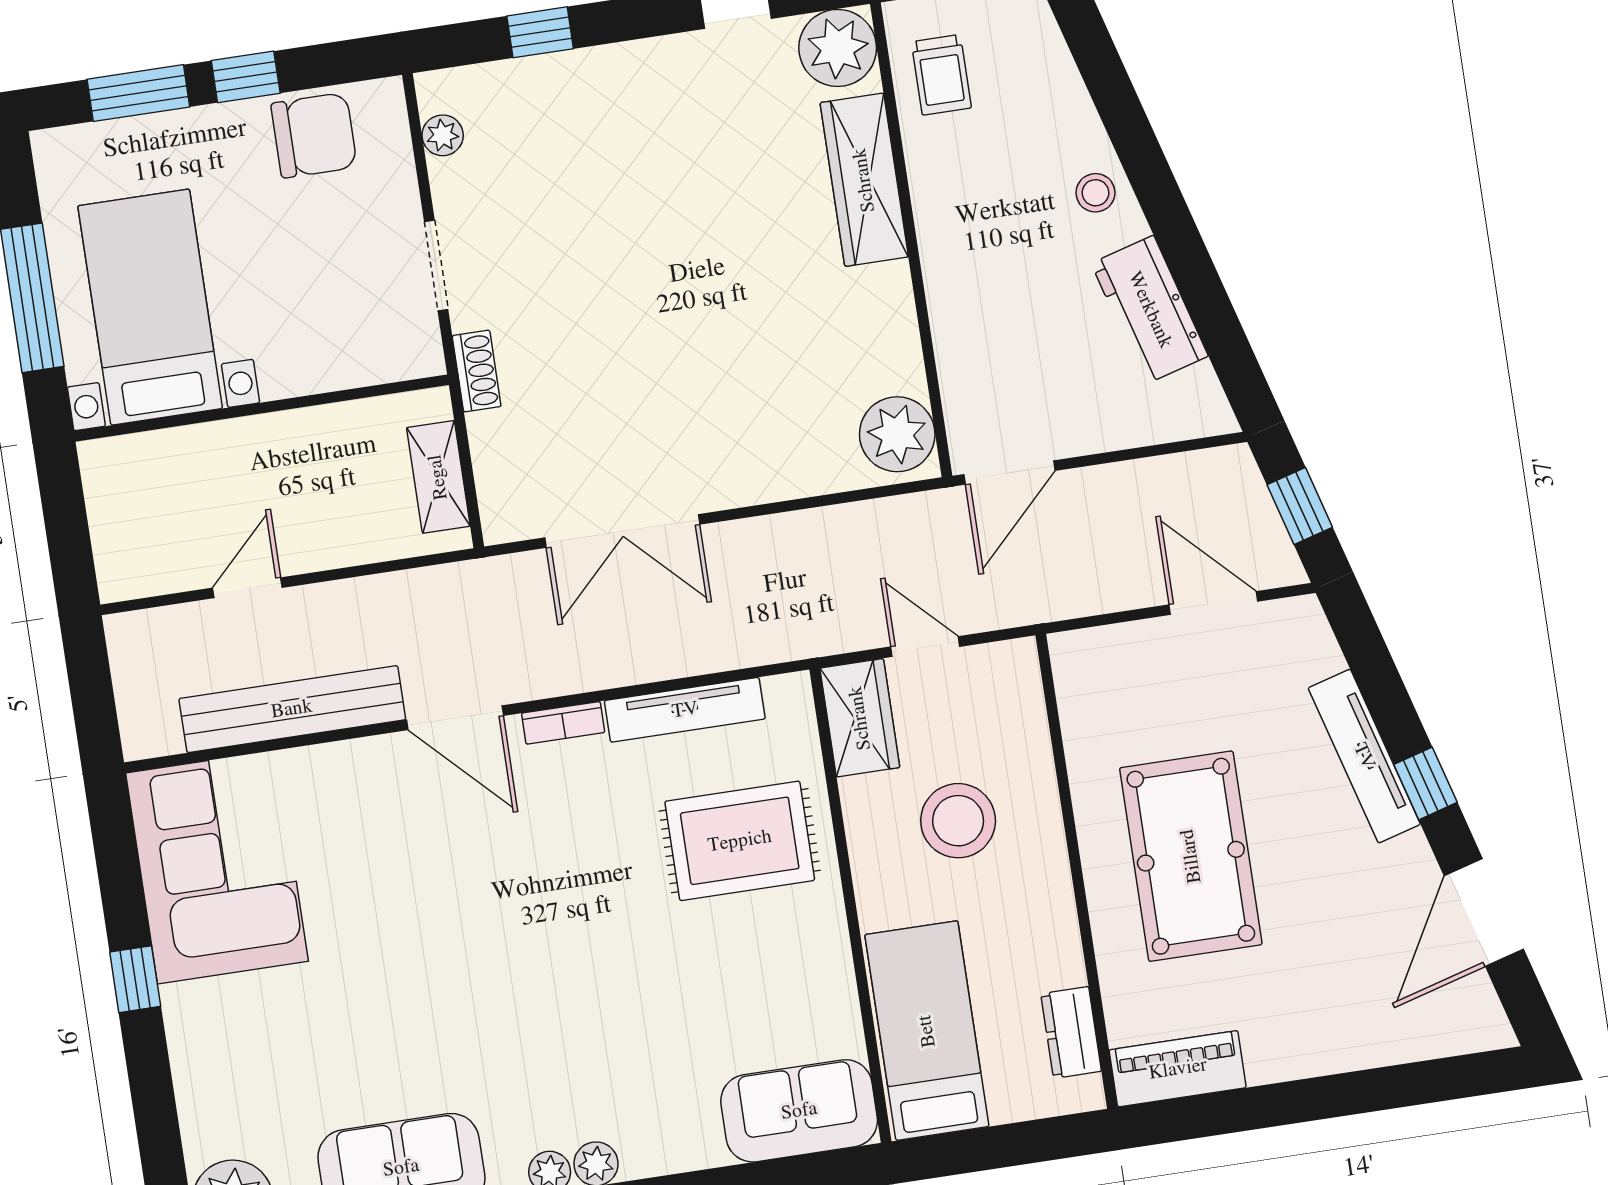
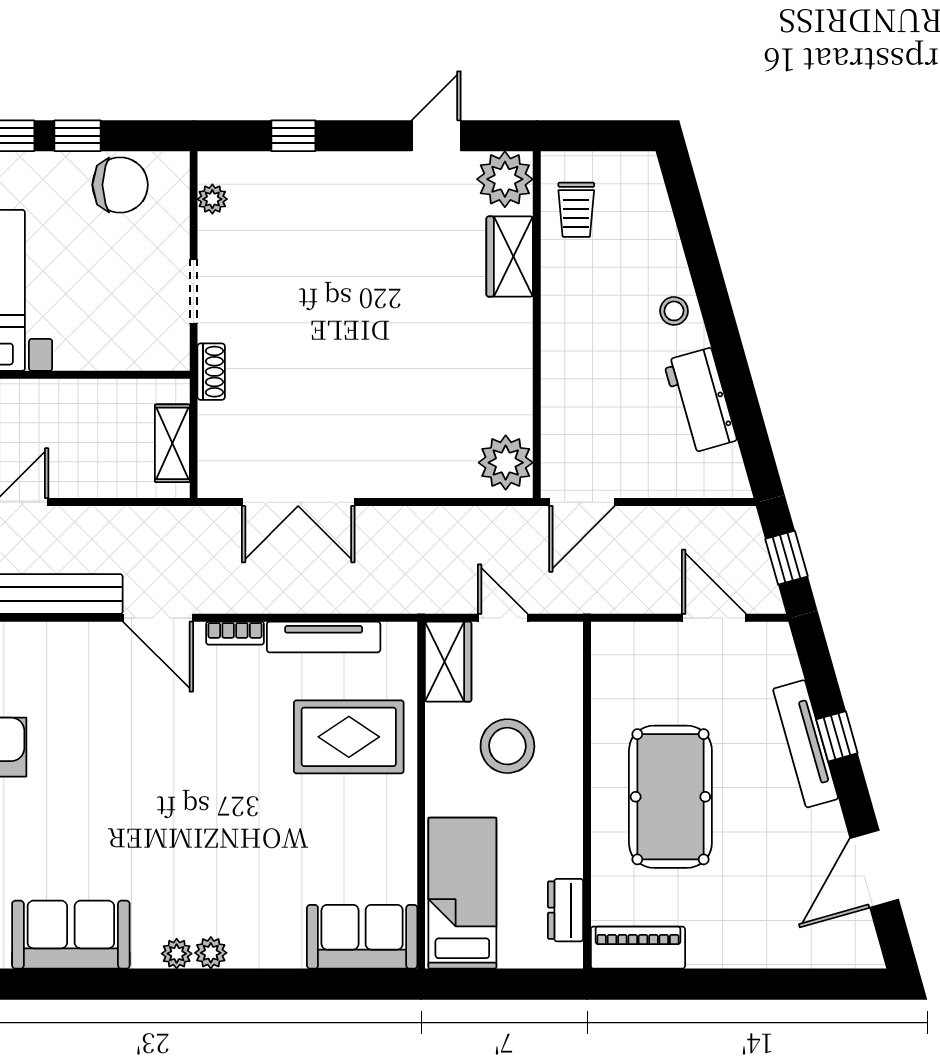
wardrobe: (864, 180) -> (510, 257), width x0.67
window: (1425, 783) -> (837, 736), moved

